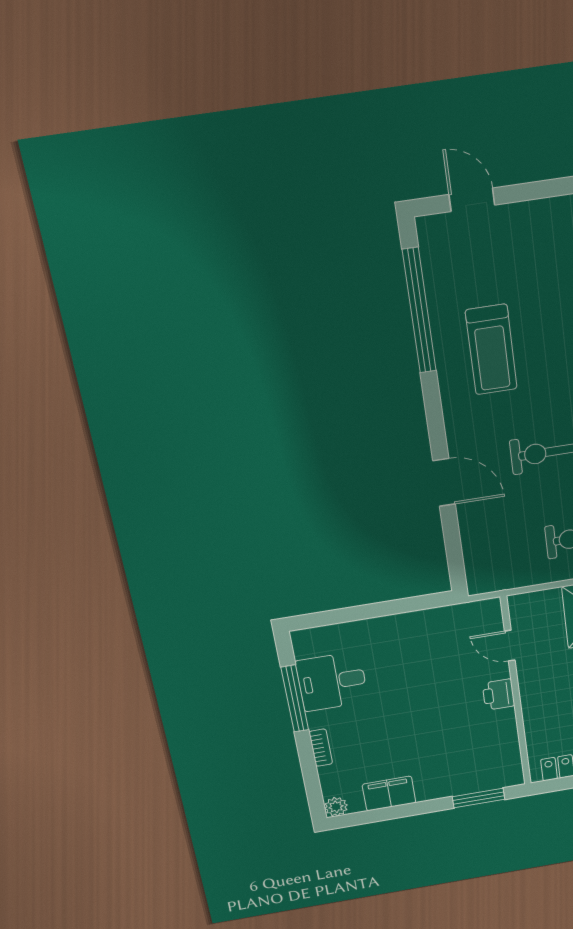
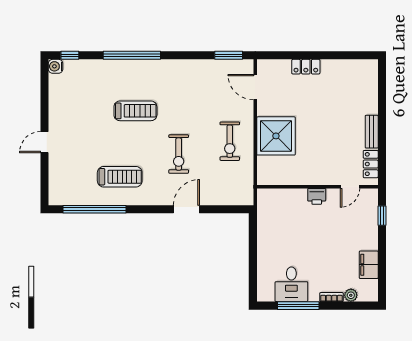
door: (472, 200) -> (45, 142), moved
door: (510, 646) -> (350, 187), moved
window: (478, 798) -> (382, 216), width x0.67
plant: (336, 807) -> (351, 295), moved

